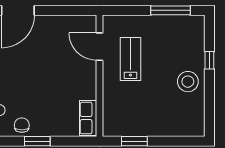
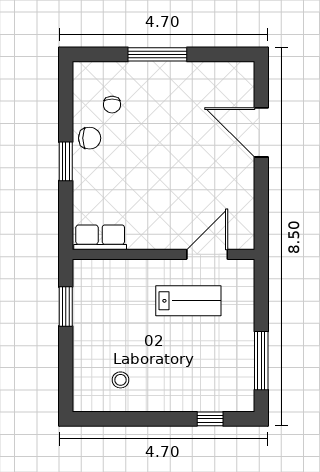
window: (209, 60) -> (210, 419), moved
stool: (188, 82) -> (121, 380), moved, width x0.53, depth x0.53

